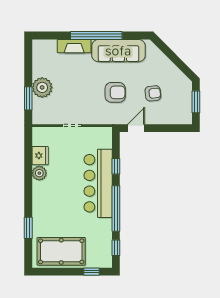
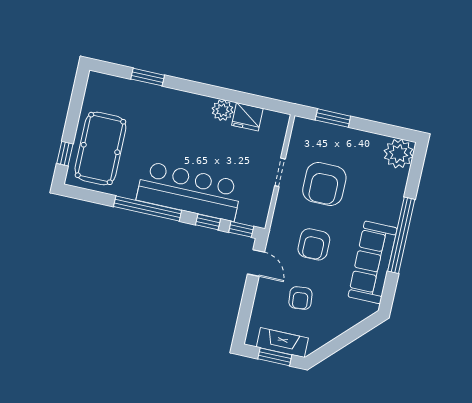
fireplace: (74, 46) -> (282, 342), moved, turned 90
plant: (42, 87) -> (399, 154), moved
armchair: (73, 94) -> (324, 184), added
window: (116, 248) -> (241, 229), moved
pool table: (61, 251) -> (100, 148), moved

